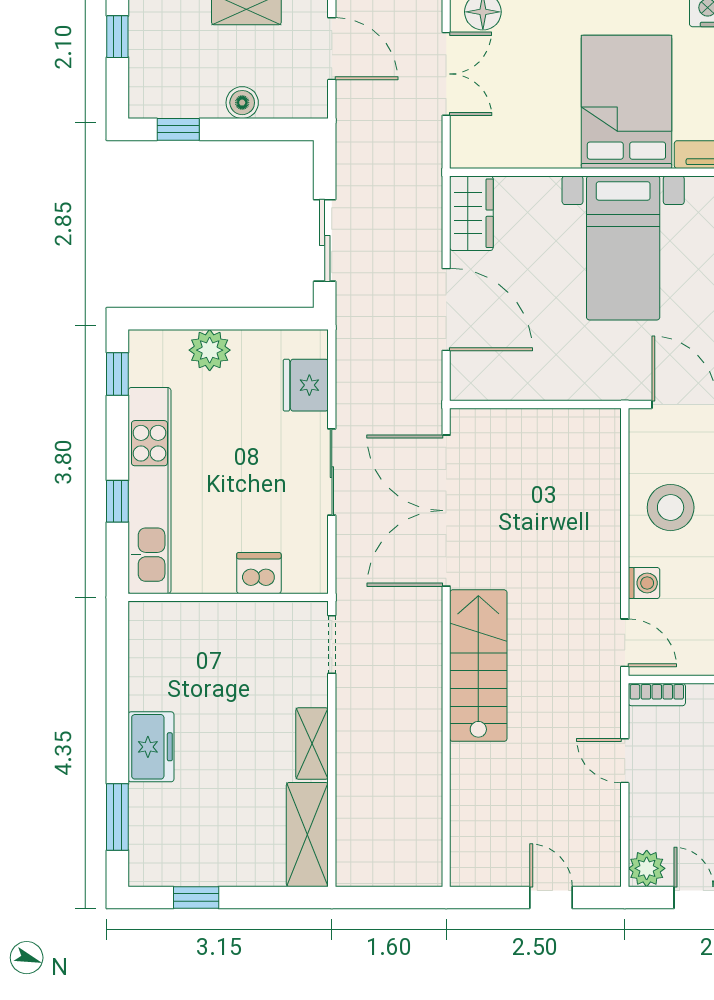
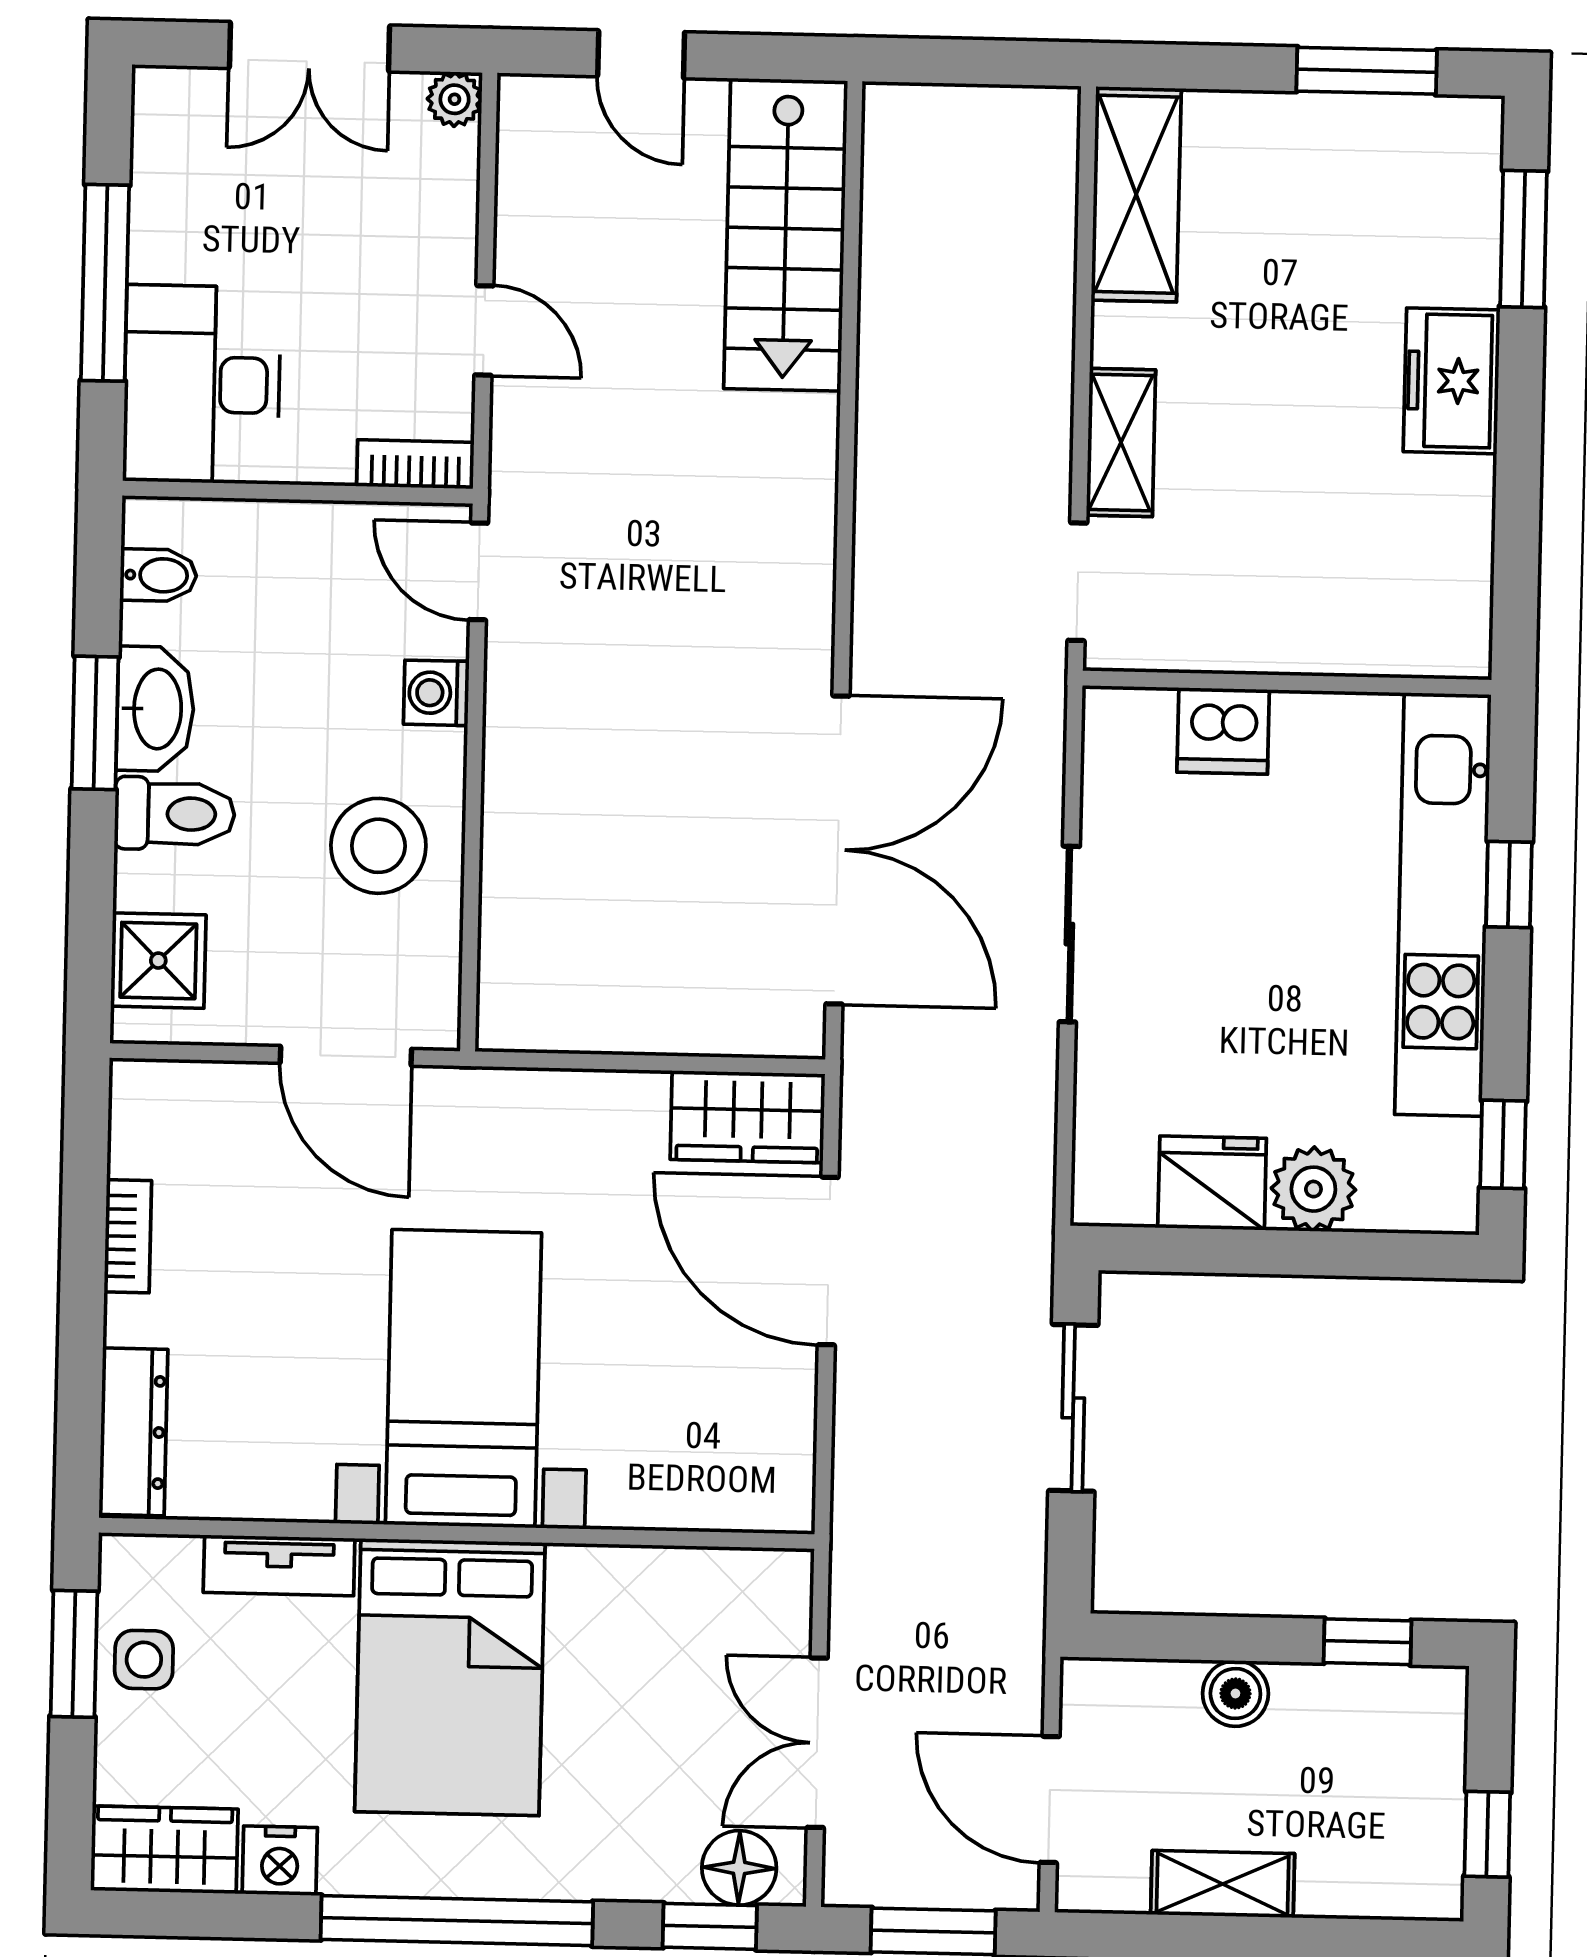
wardrobe: (471, 213) -> (748, 1117), moved, turned -90
fridge: (306, 385) -> (1212, 1183), moved, turned -90
stairs: (478, 666) -> (786, 235), moved
shelving: (312, 744) -> (1121, 442), moved
plant: (647, 868) -> (455, 99), width x0.73, depth x0.73
window: (196, 897) -> (1367, 71), width x1.50

